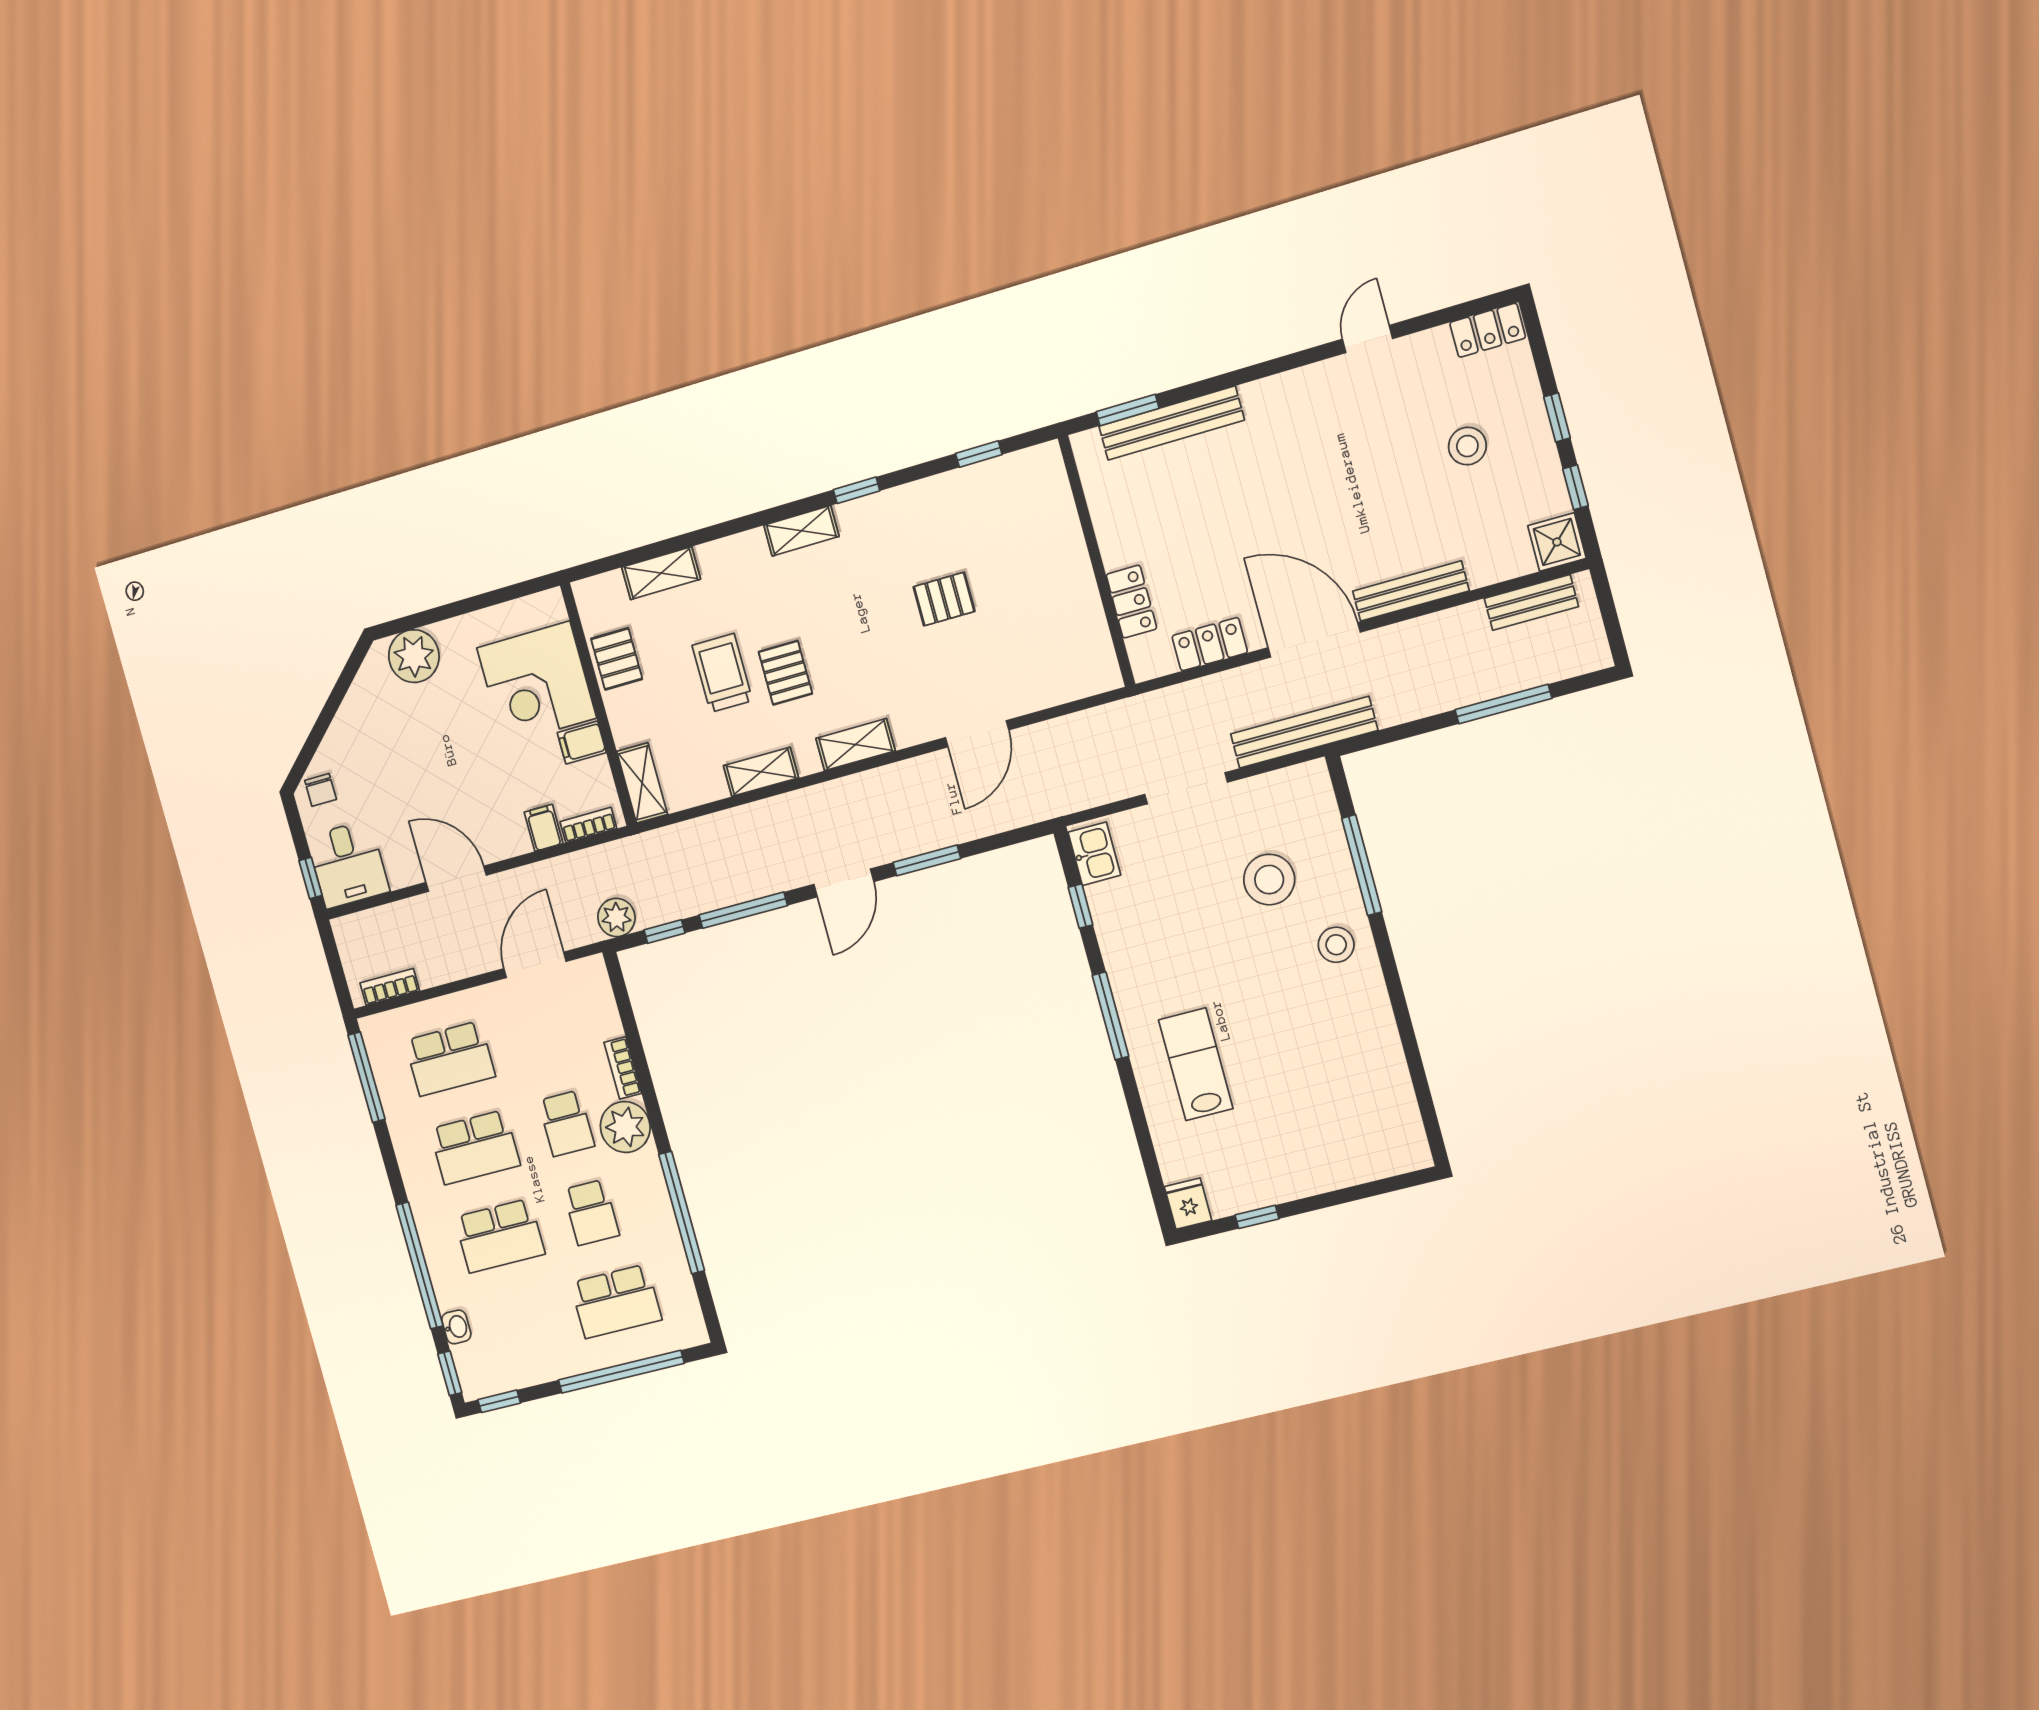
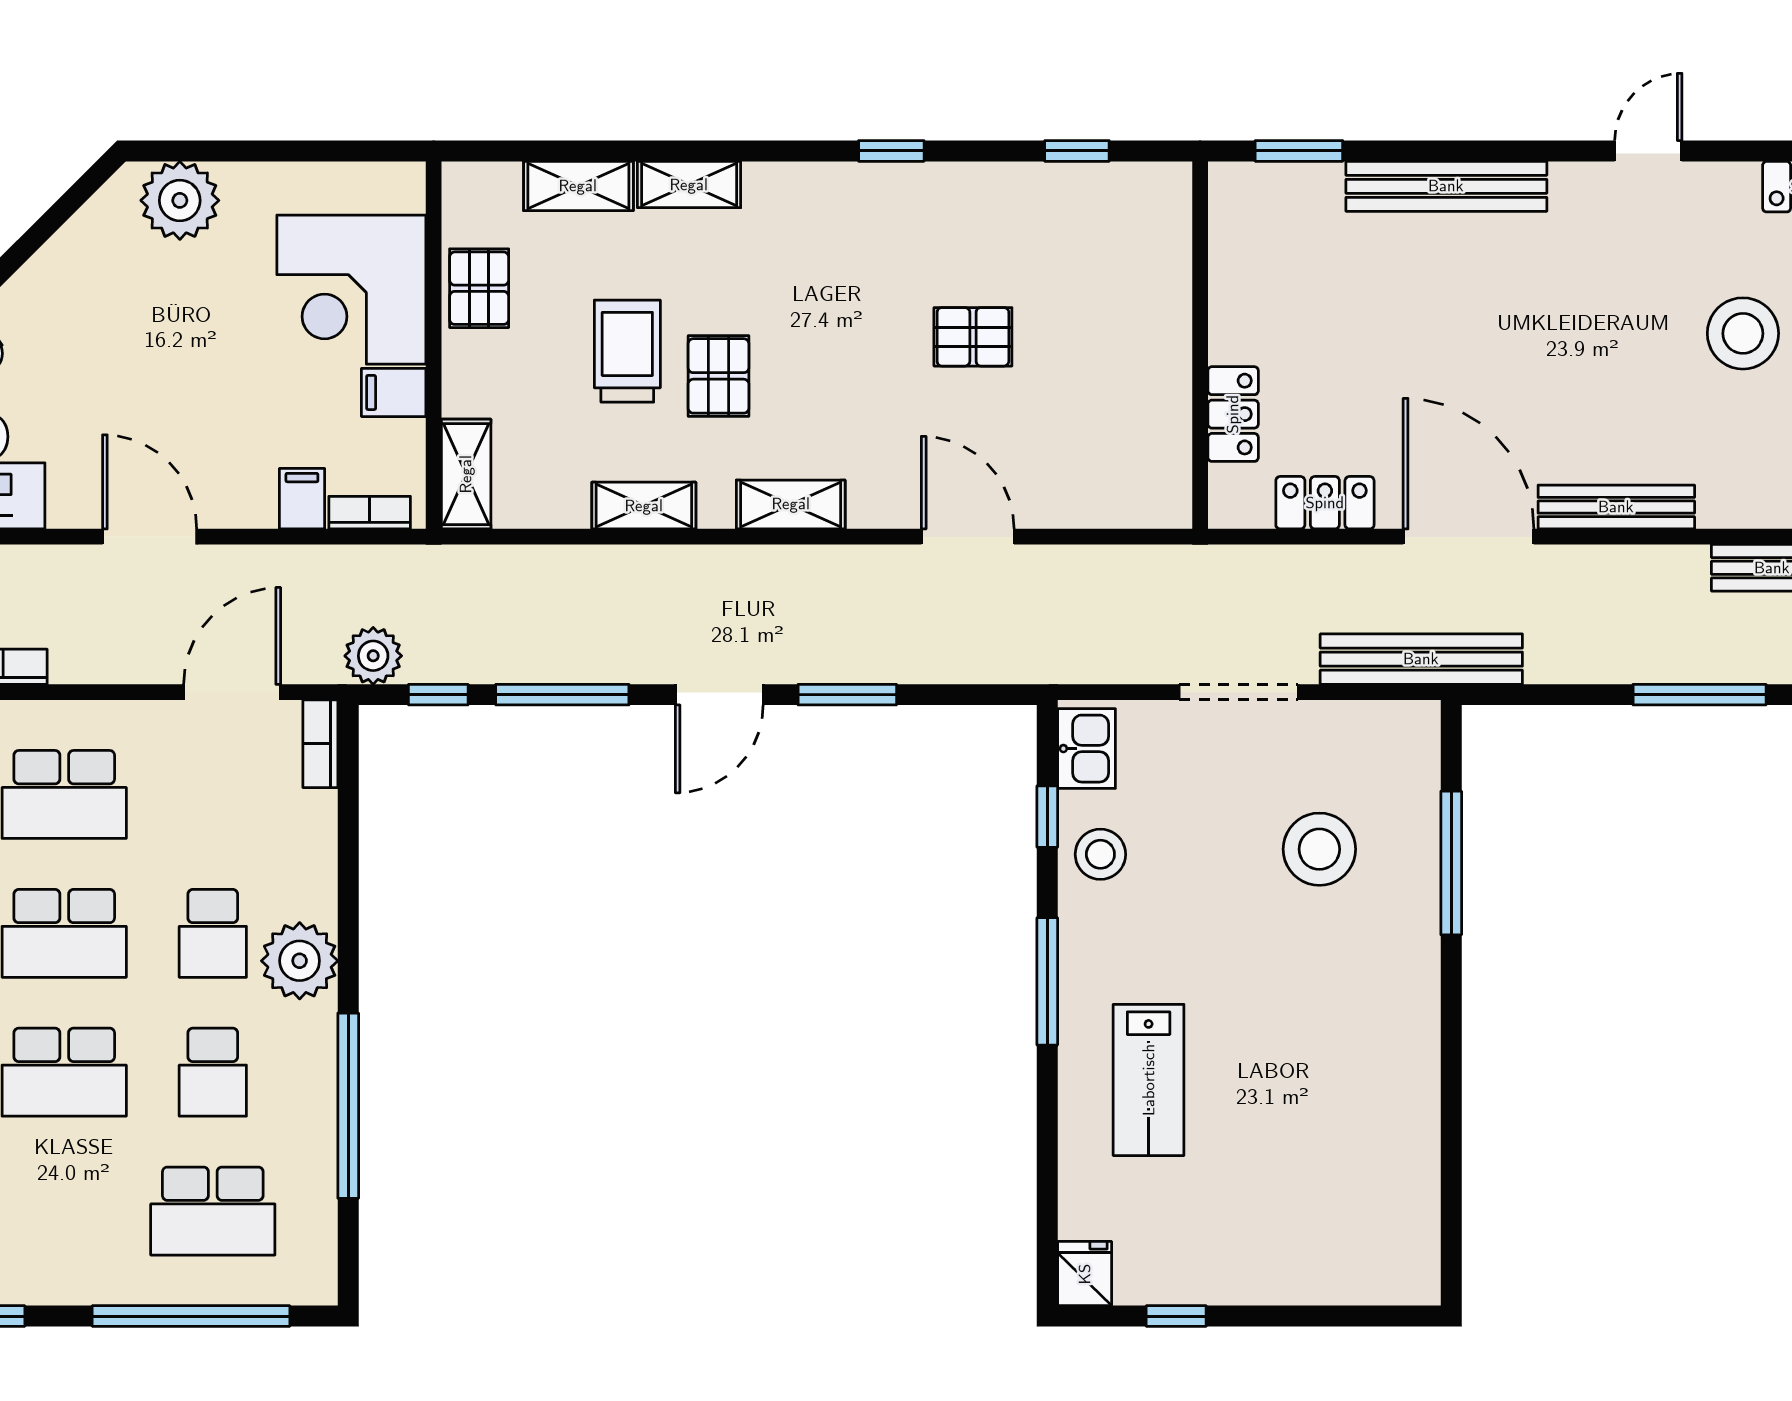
bench: (1171, 423) -> (1446, 186), moved
stool: (1467, 446) -> (1743, 333), width x1.38, depth x1.38
shelving: (801, 531) -> (689, 185), moved
door: (977, 734) -> (968, 537), swing flipped
stool: (1336, 945) -> (1100, 854), moved
lab bench: (1196, 1064) -> (1149, 1080), turned 180
bookcase: (623, 1068) -> (320, 744), moved

